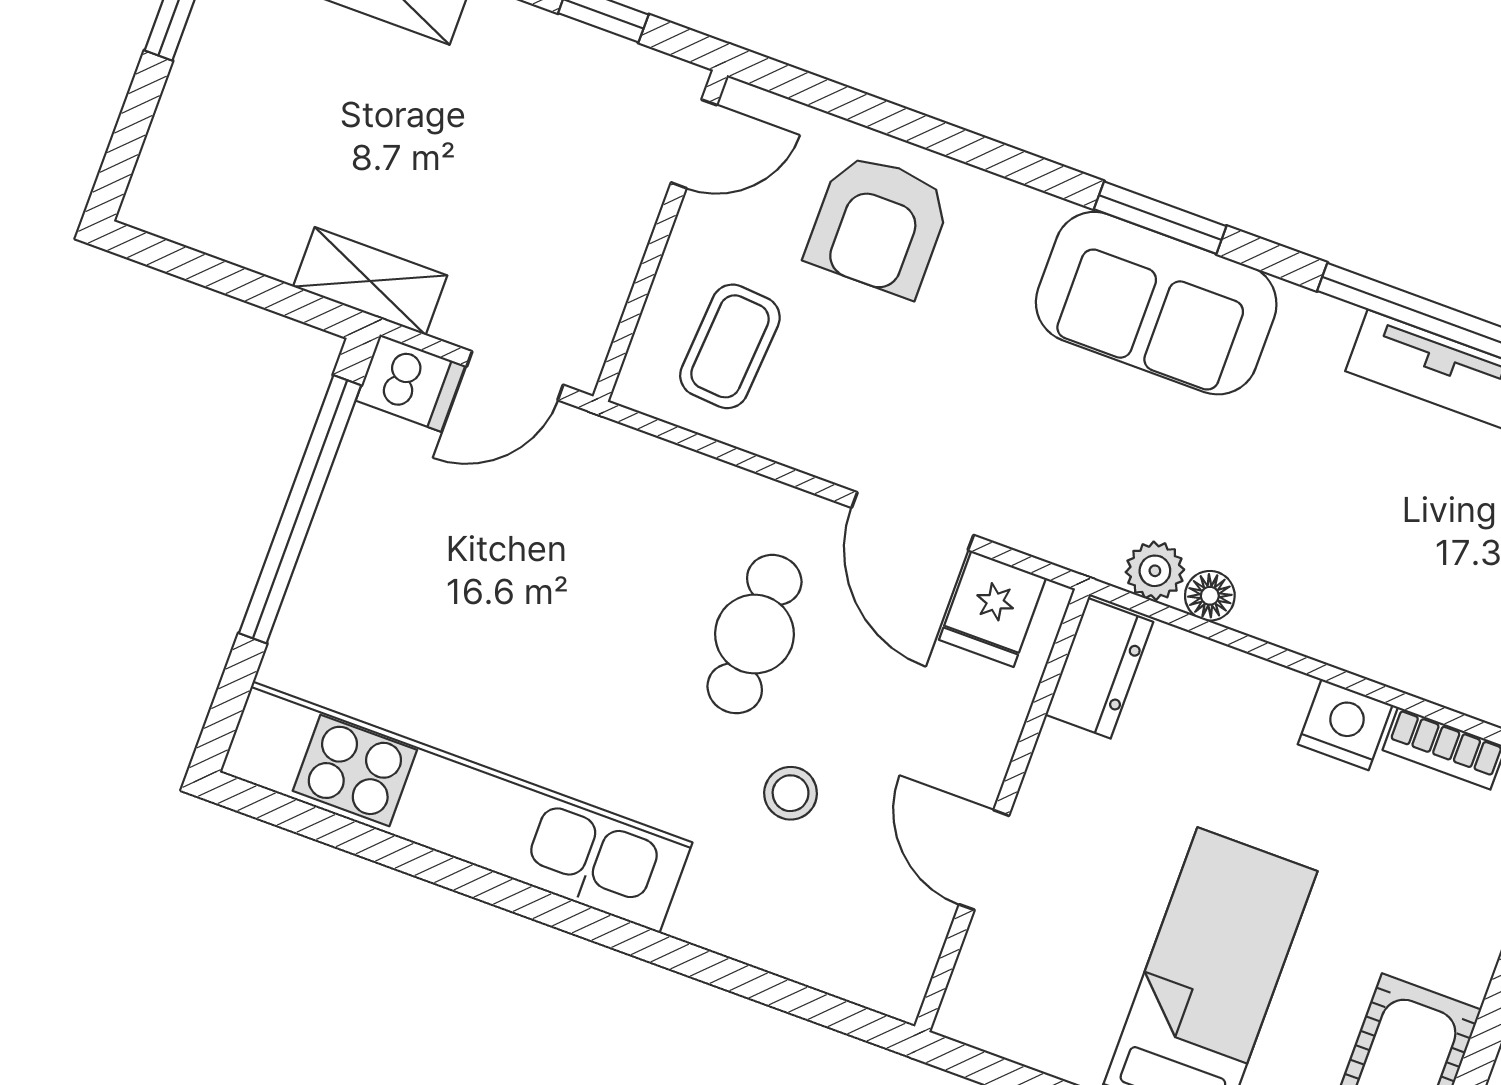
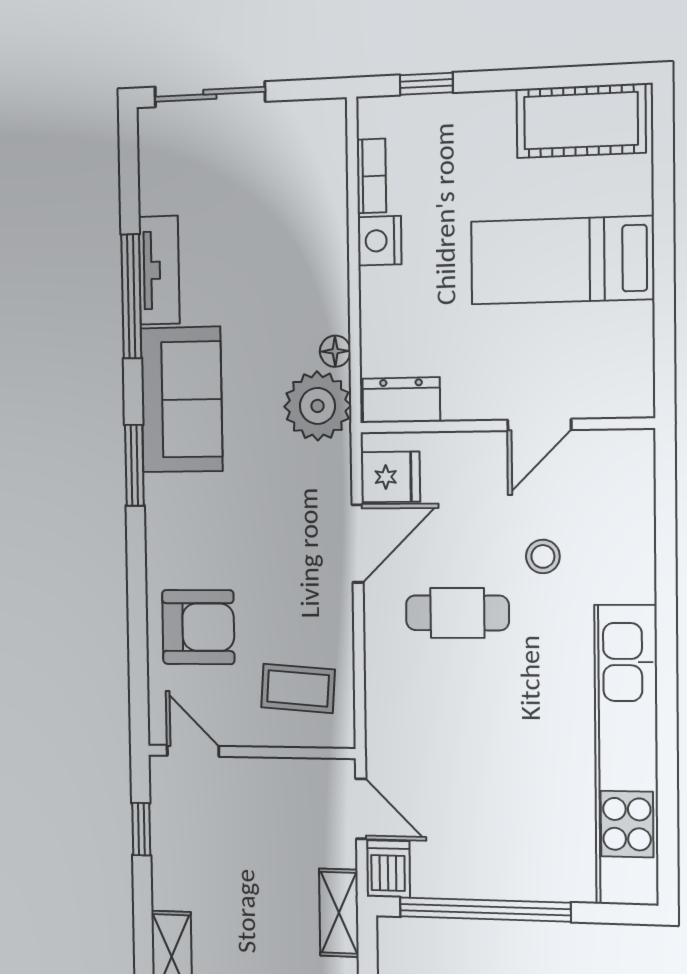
sofa: (1156, 303) -> (181, 400), moved
plant: (1155, 571) -> (317, 406), width x1.88, depth x1.88

